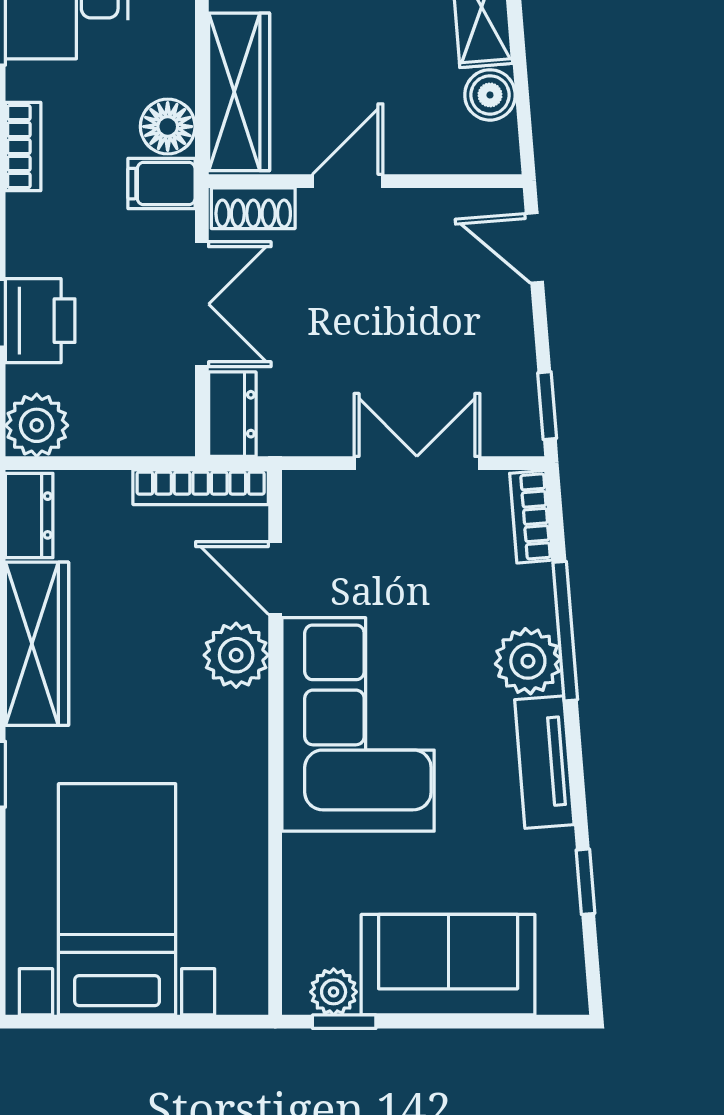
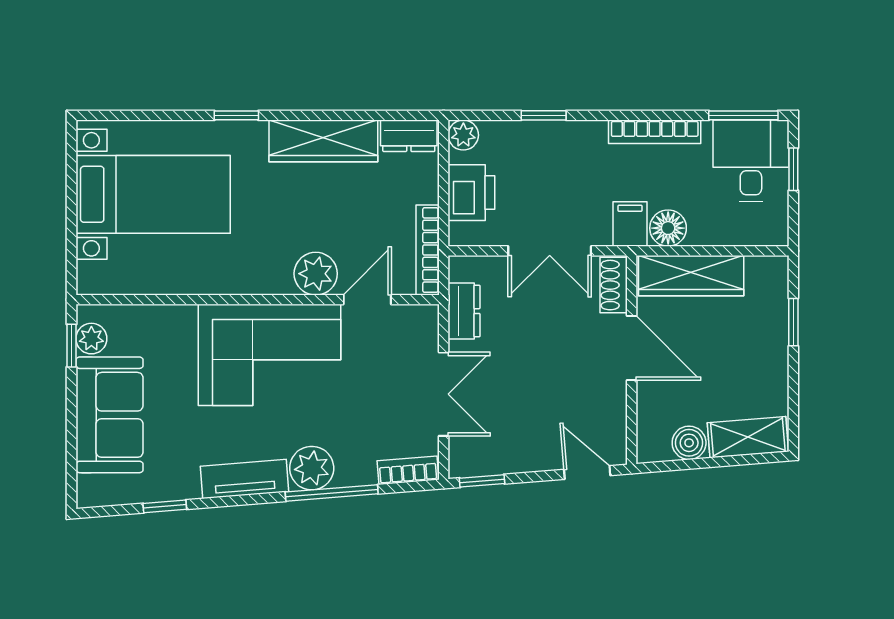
bookcase: (23, 147) -> (655, 132), width x1.56
door: (348, 181) -> (632, 348), width x1.38
door: (534, 248) -> (587, 472), hinge flipped
printer: (40, 321) -> (471, 193), moved, turned -90
dresser: (232, 414) -> (464, 311), moved, turned -90
plant: (37, 425) -> (463, 135), width x0.73, depth x0.73

